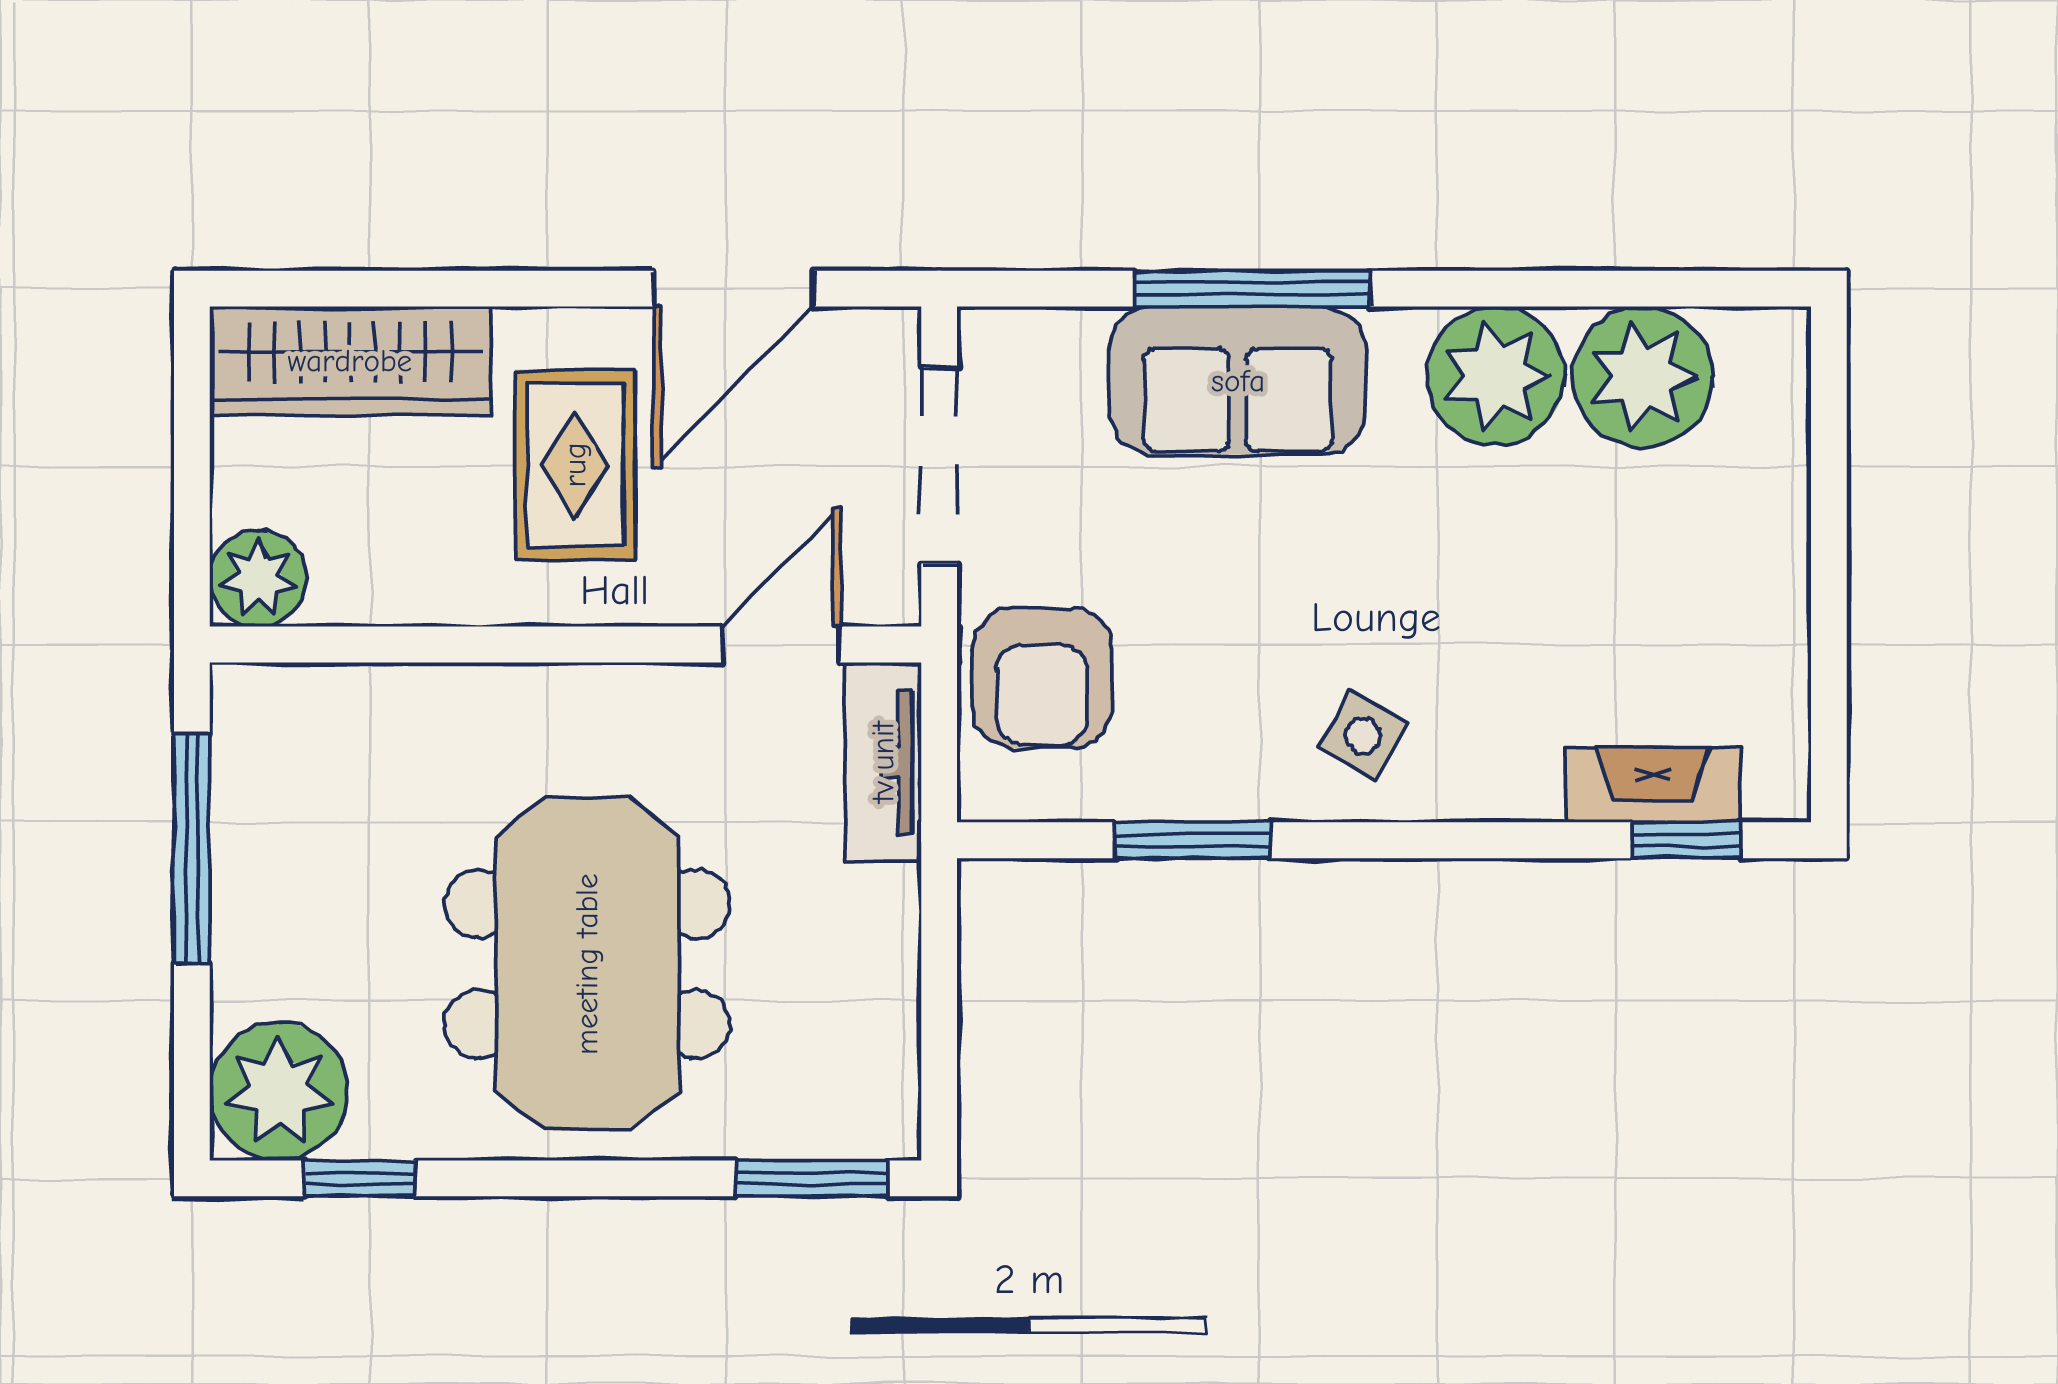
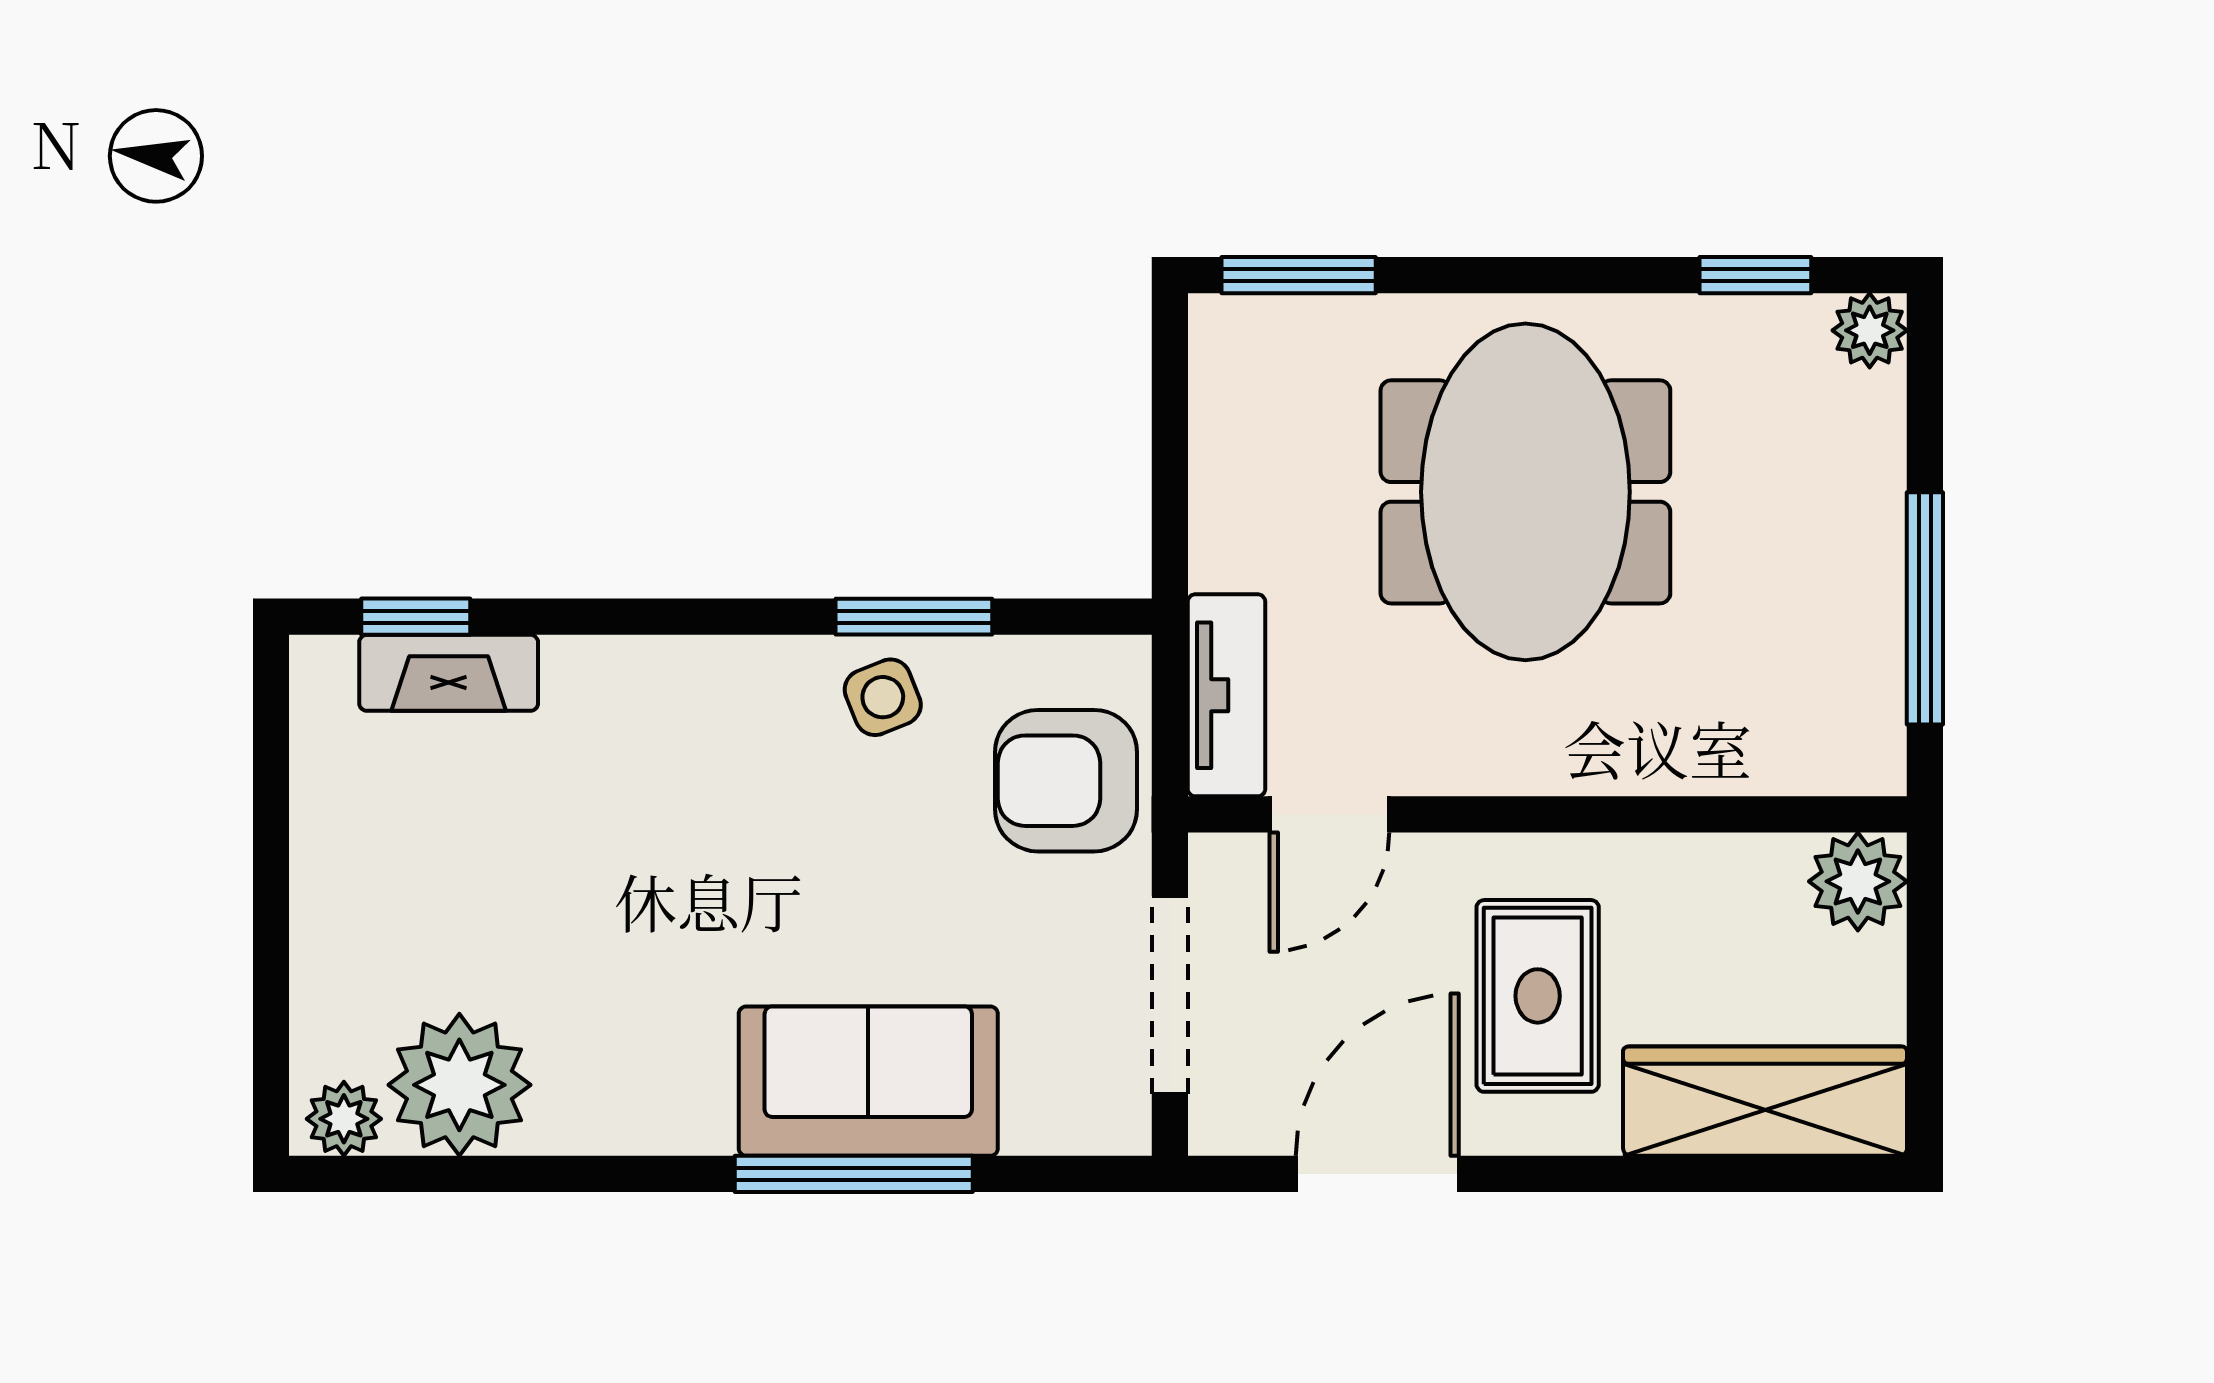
plant: (1496, 376) -> (344, 1119), moved, width x0.53, depth x0.53
armchair: (1042, 678) -> (1066, 781), turned -90
side table: (1363, 735) -> (883, 697), moved, turned 38
plant: (279, 1091) -> (1870, 330), width x0.53, depth x0.53

